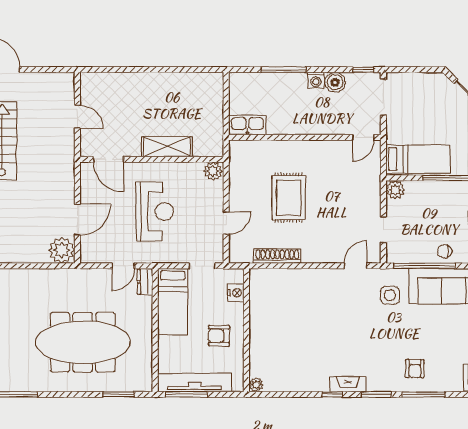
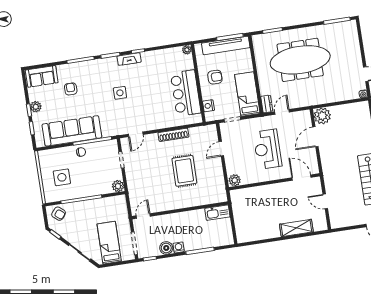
shelving: (167, 147) -> (296, 228), moved
bed: (418, 159) -> (109, 243), moved, turned 90
shoe rack: (277, 256) -> (173, 135), moved
side table: (390, 295) -> (120, 93), moved
bar counter: (268, 318) -> (186, 93), added
armchair: (415, 369) -> (71, 89), moved

